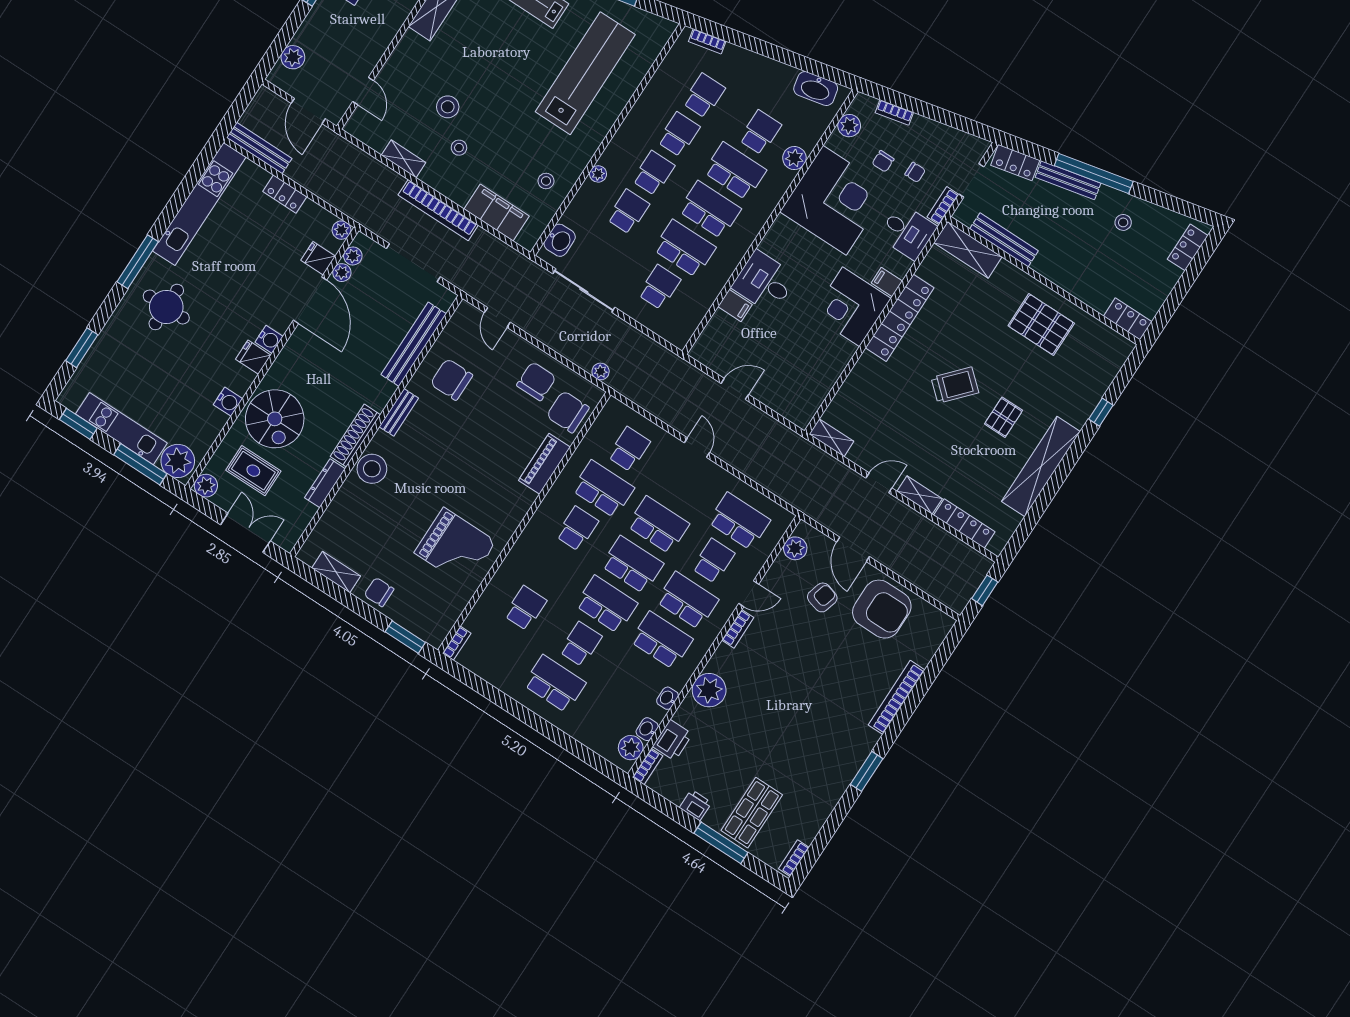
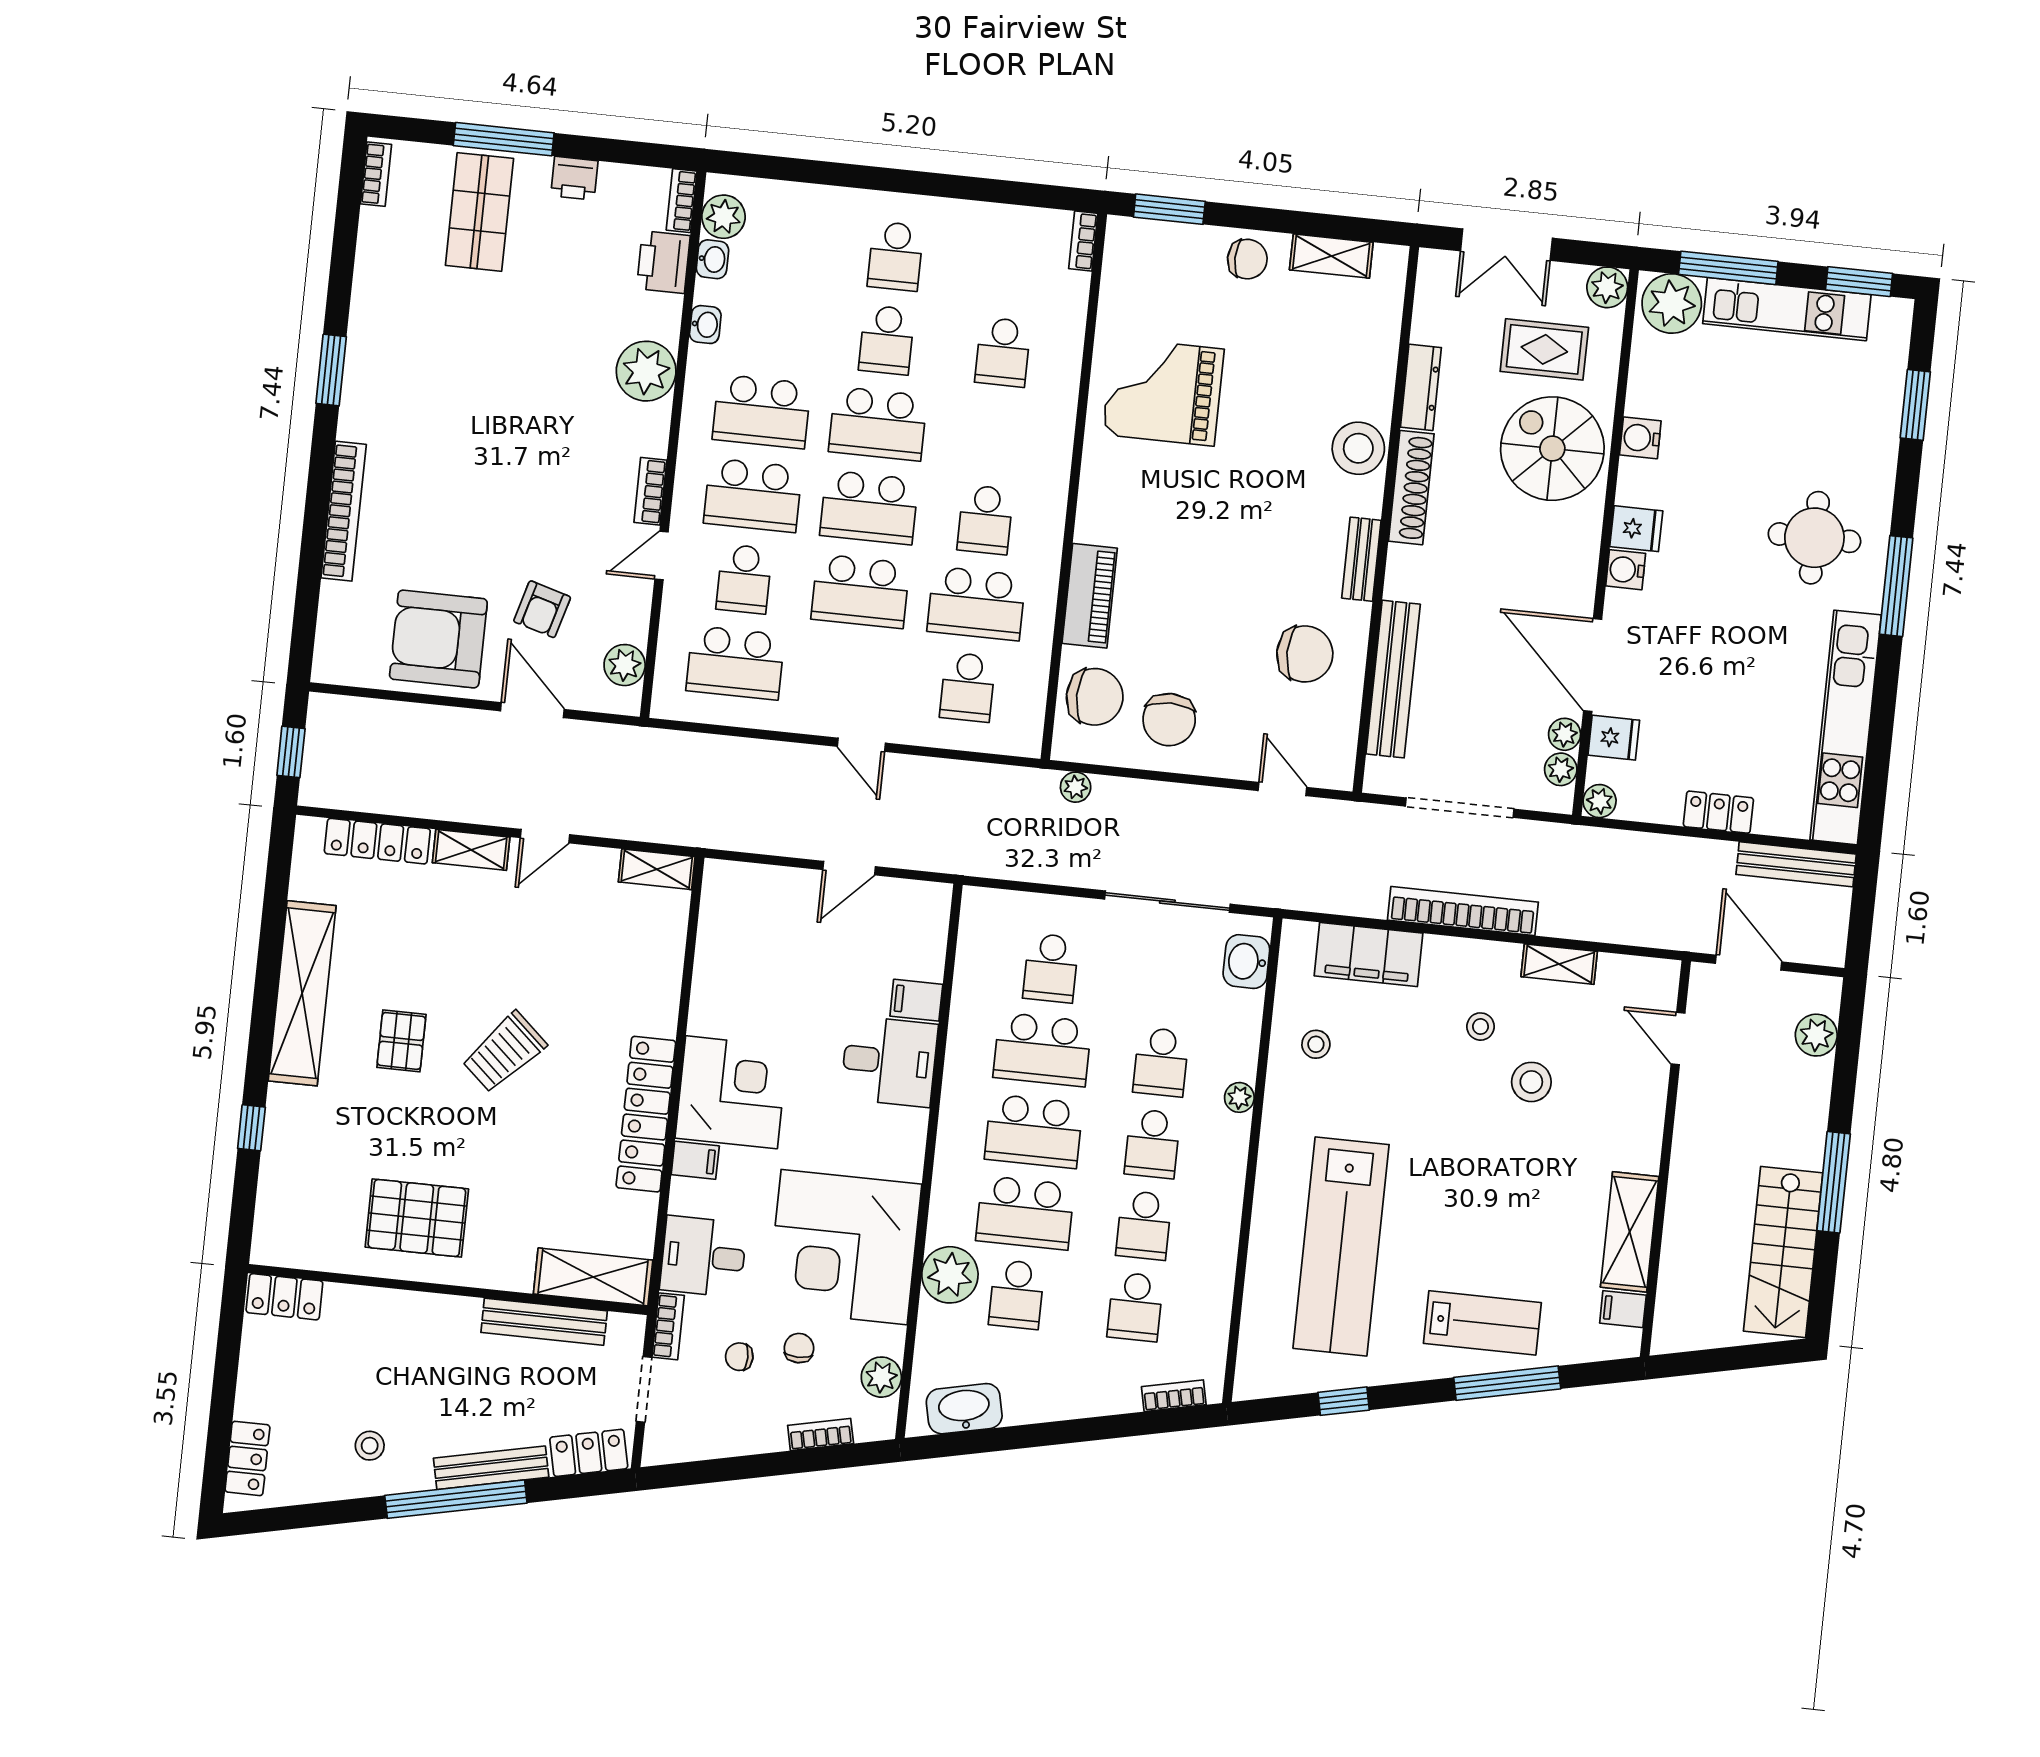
plant: (794, 158) -> (950, 1275), width x1.36, depth x1.36
school desk: (555, 684) -> (895, 256), width x0.54

